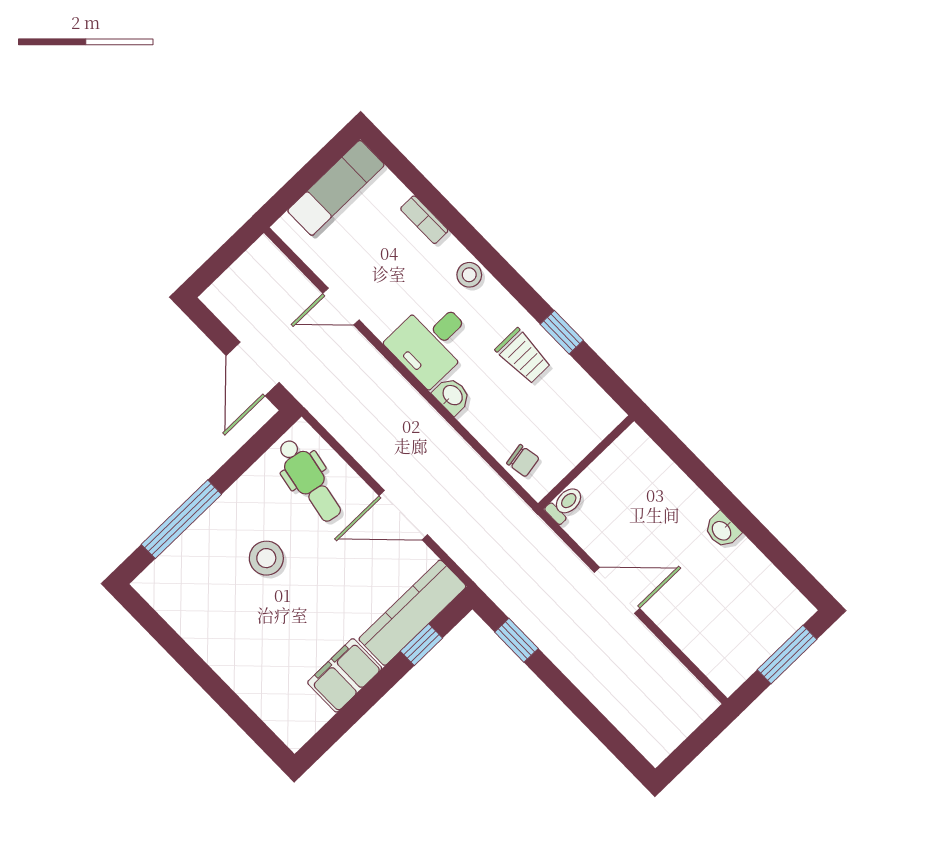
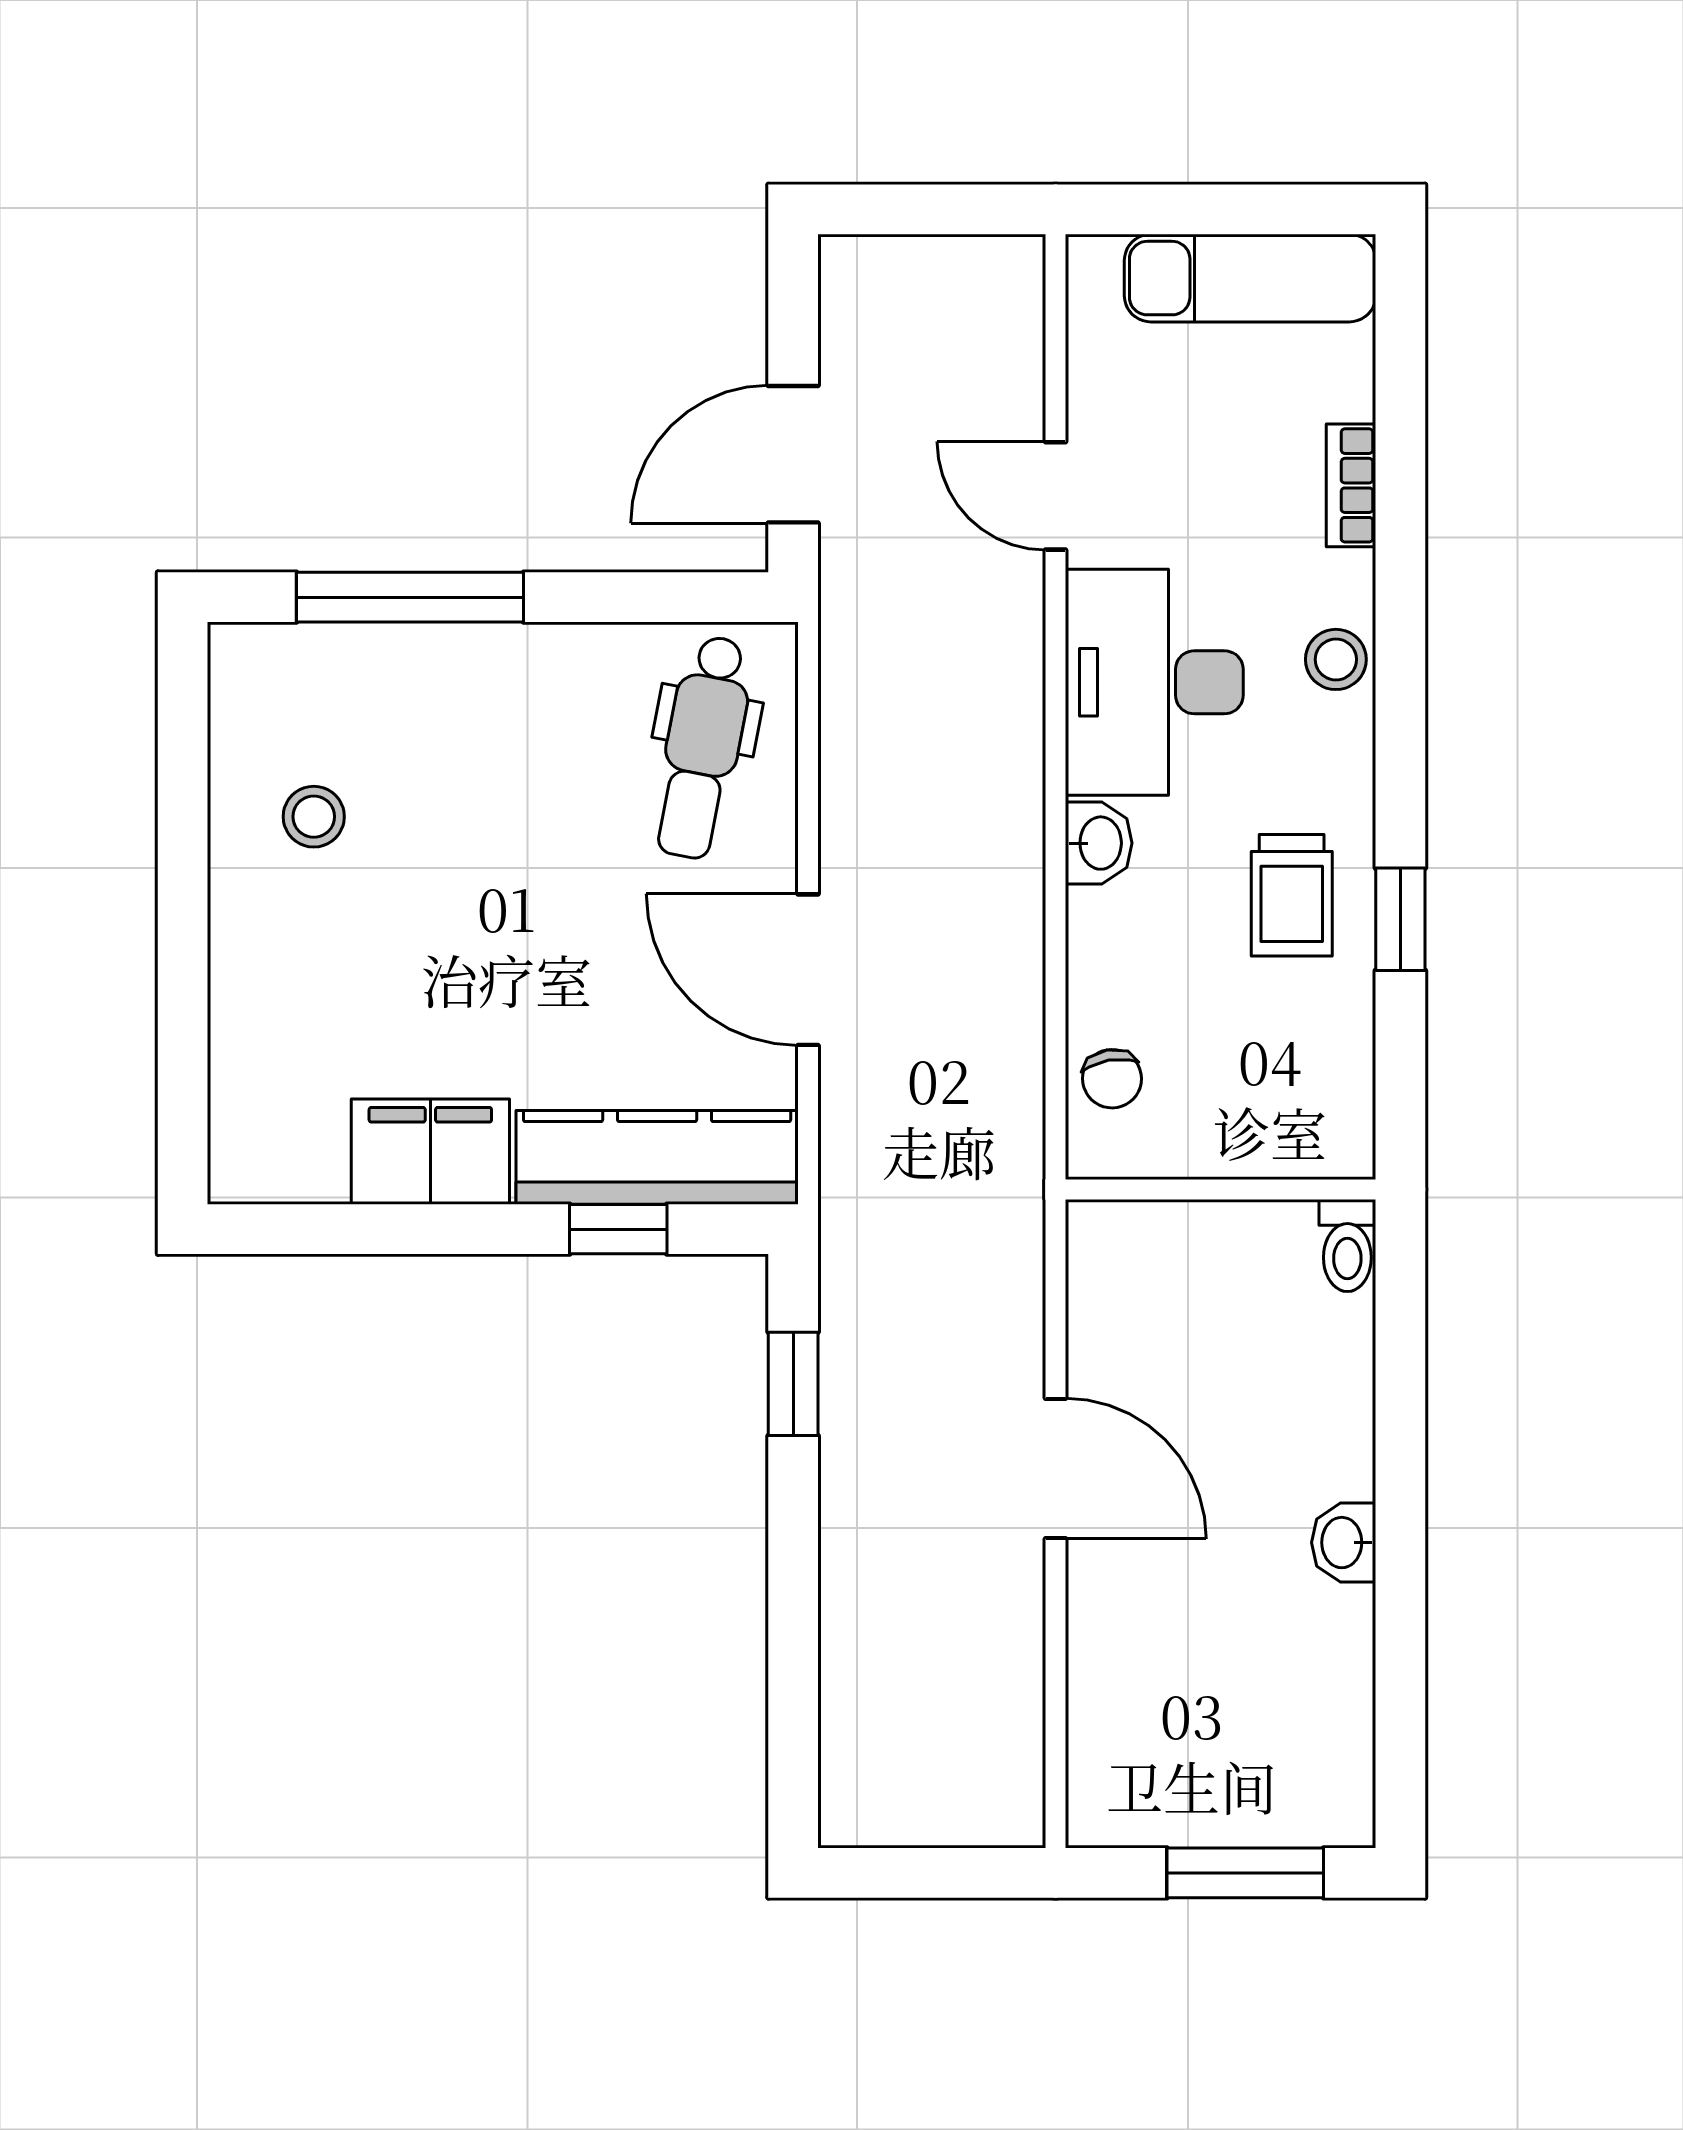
desk: (431, 342) -> (1154, 682), width x1.37
toilet: (565, 504) -> (1347, 1246), moved, turned 90
stool: (266, 558) -> (314, 817), moved, width x0.73, depth x0.73

